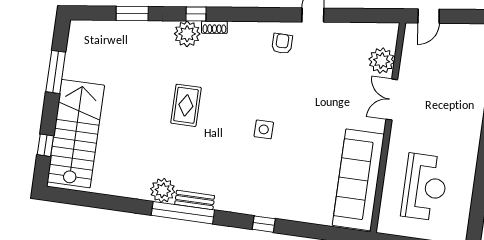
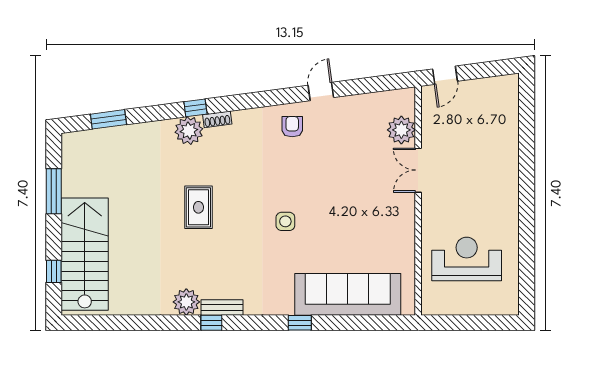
window: (132, 13) -> (108, 119), moved
sofa: (358, 180) -> (348, 294), moved, turned 90
reception desk: (425, 187) -> (467, 259), turned -90
window: (183, 213) -> (211, 323), width x0.32

